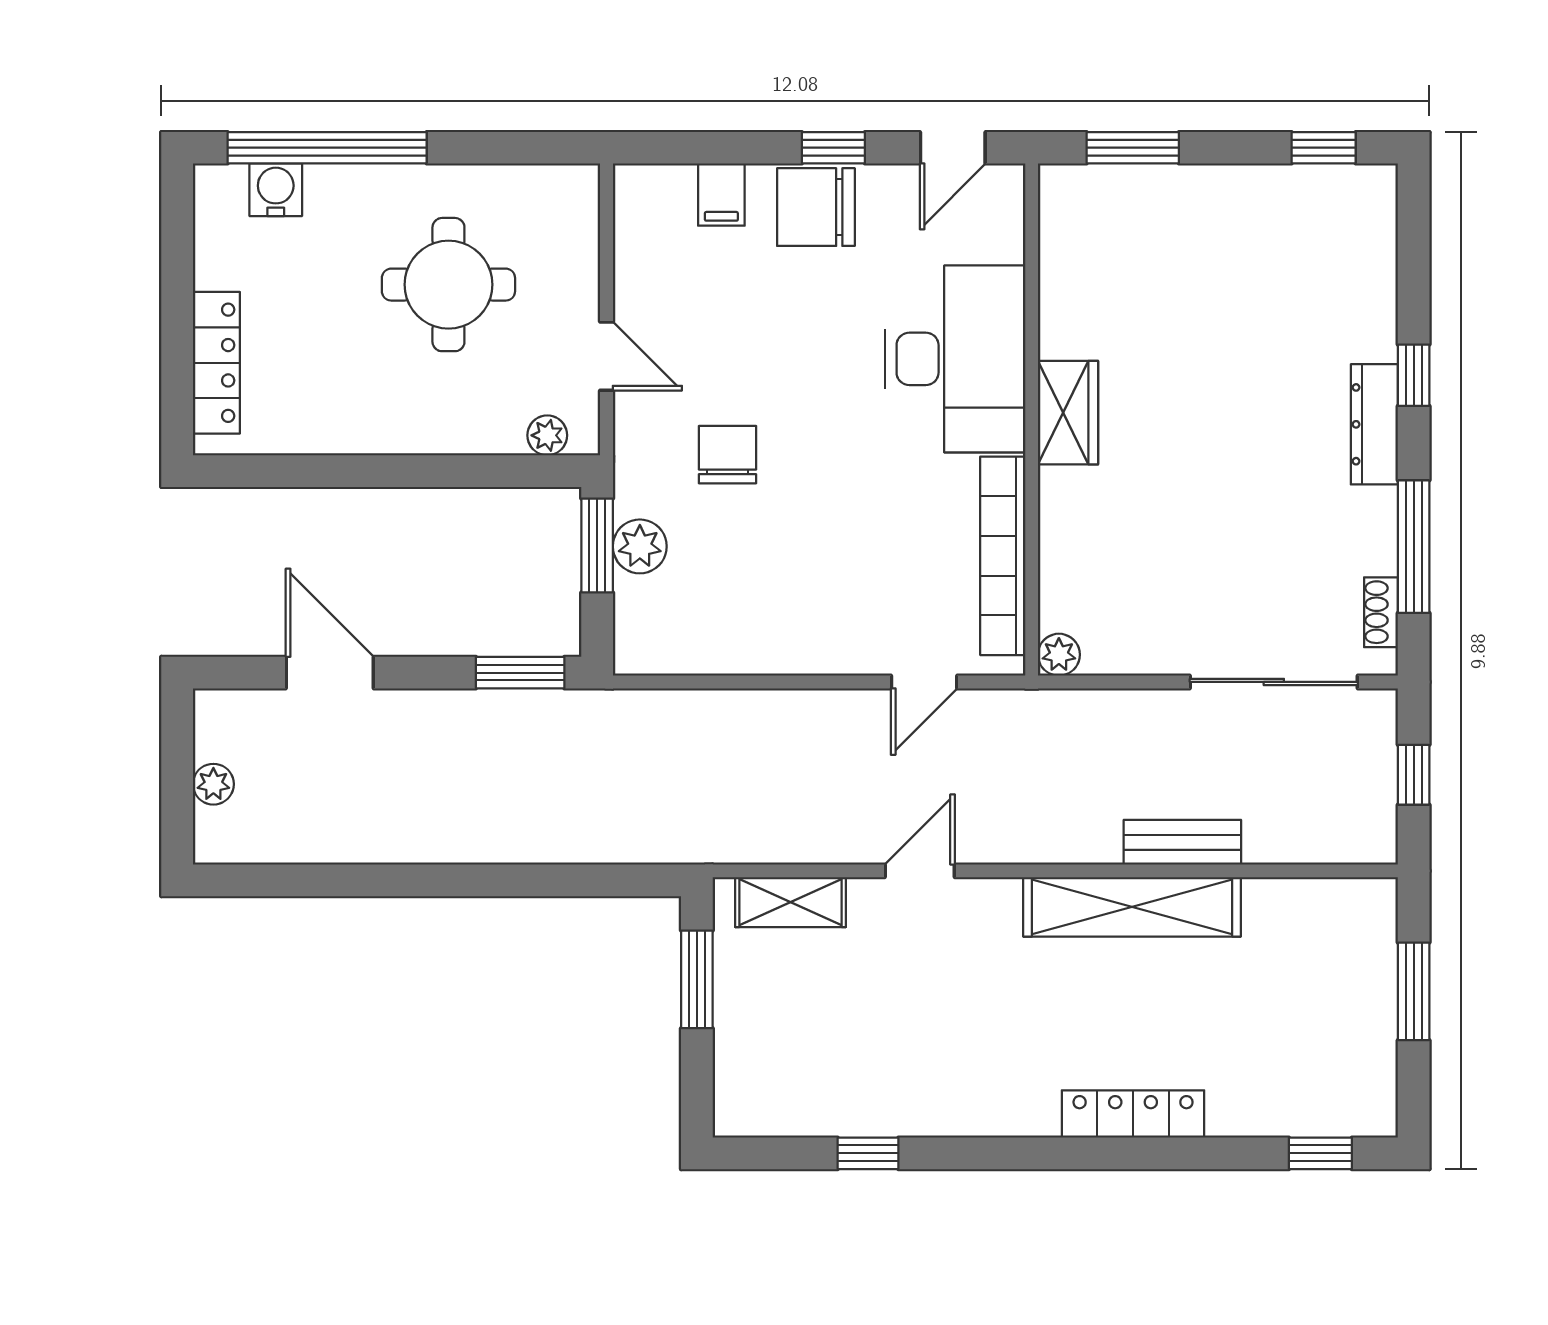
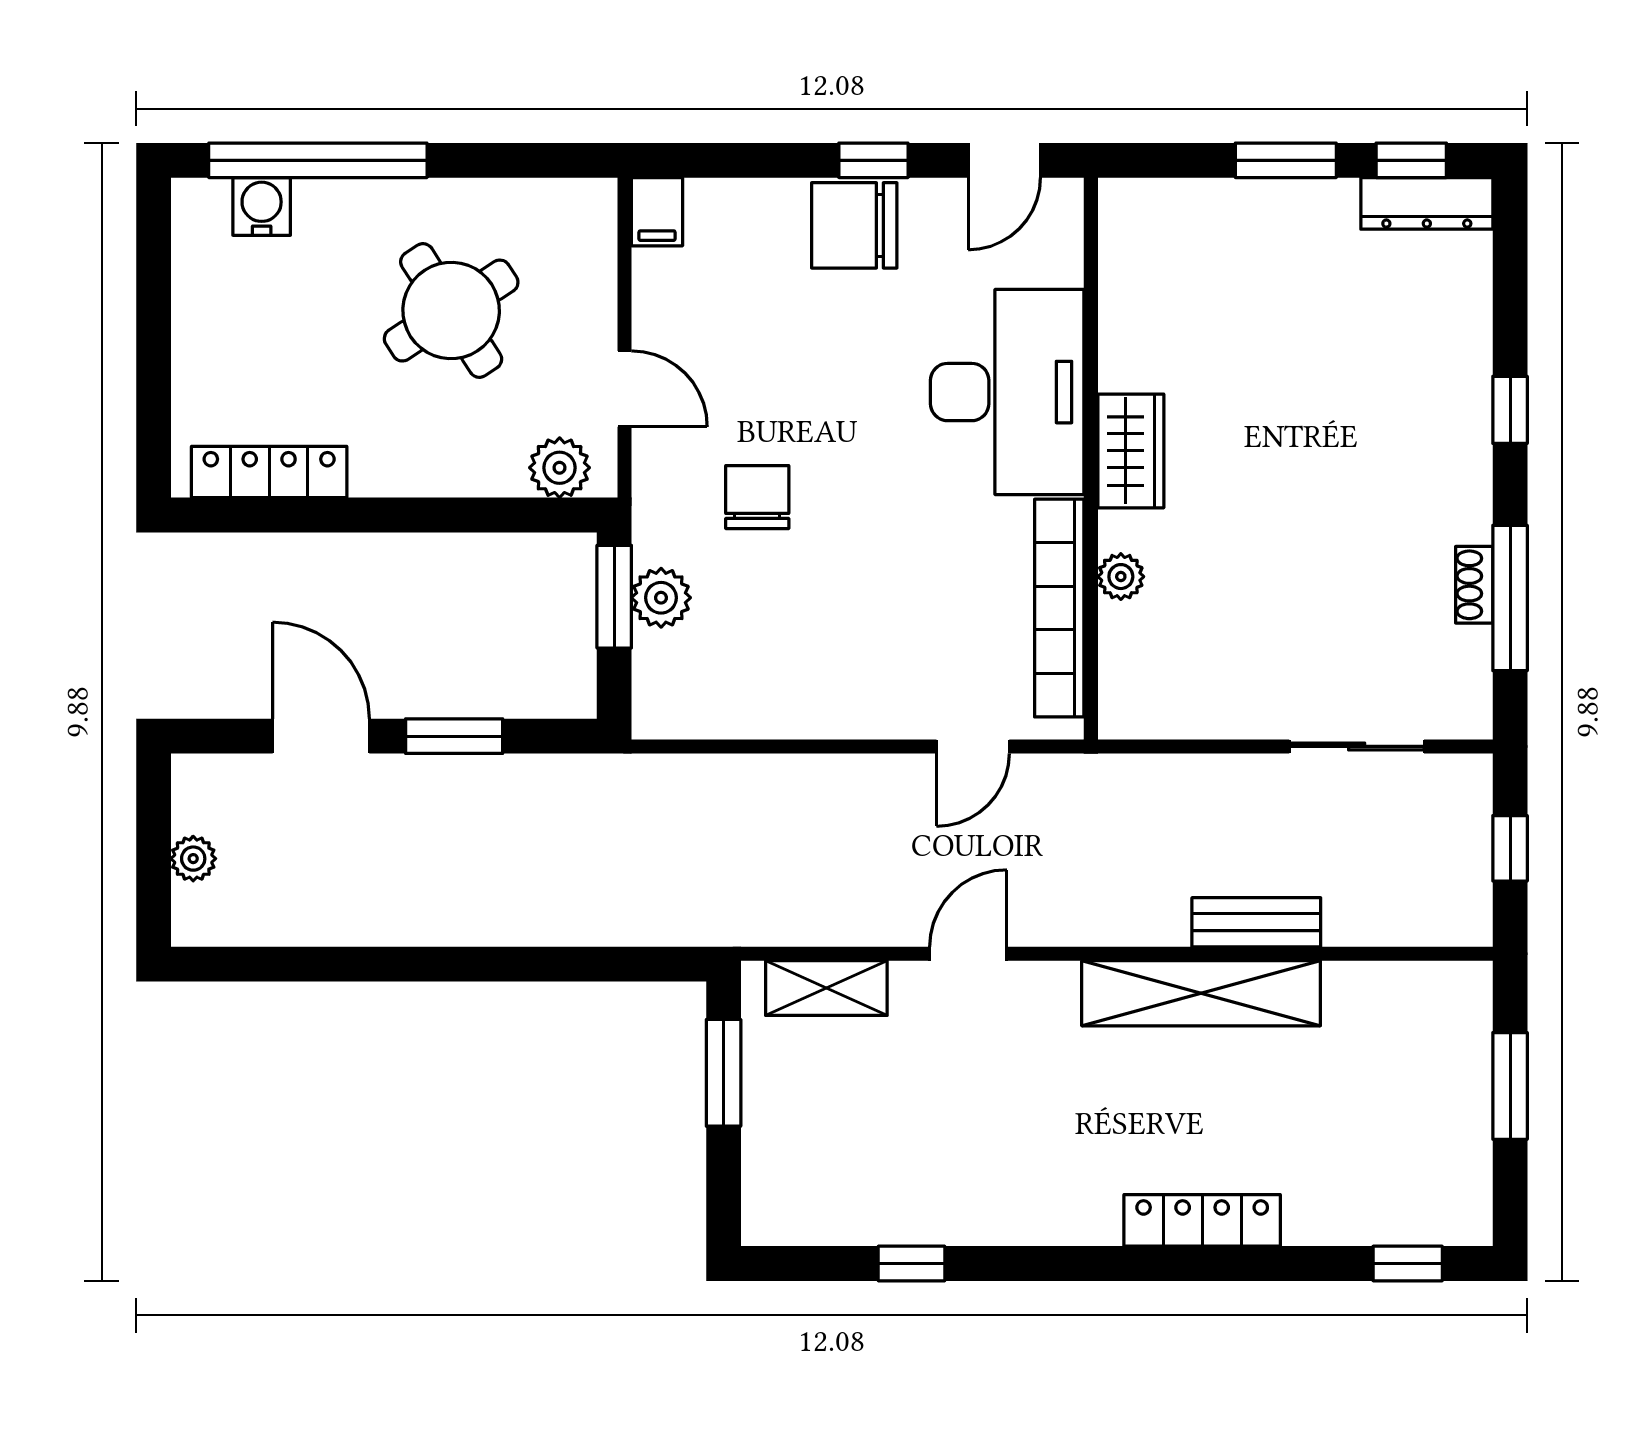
window: (1133, 148) -> (1286, 160), moved
filing cabinet: (721, 195) -> (657, 212), moved
round table: (448, 285) -> (451, 311), turned -33
locker: (216, 363) -> (269, 472), moved, turned -90
dresser: (1374, 424) -> (1427, 203), moved, turned -90
plant: (547, 435) -> (560, 468), width x1.38, depth x1.38
shoe rack: (1381, 612) -> (1474, 585), moved
plant: (1059, 655) -> (1121, 577), moved
window: (520, 673) -> (454, 736), moved
sliding door: (1274, 682) -> (1357, 746), width x0.73

